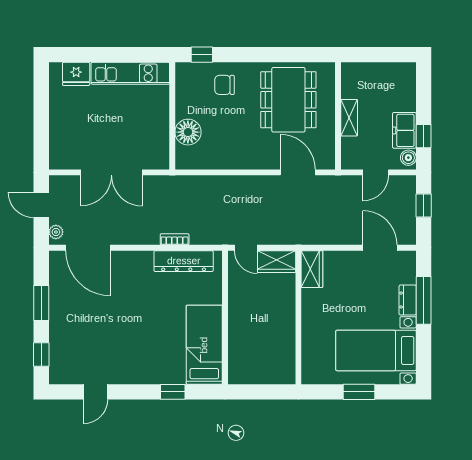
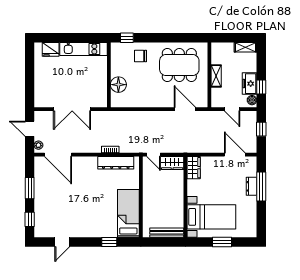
shelving: (398, 70) -> (245, 47), added
dining table: (288, 100) -> (179, 65), turned 90
door: (376, 172) -> (232, 109), hinge flipped
bed with nightstands: (376, 350) -> (211, 217), moved, turned 180
bench: (268, 377) -> (167, 233), added

